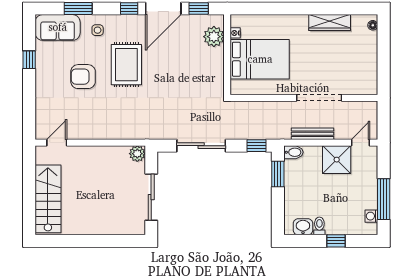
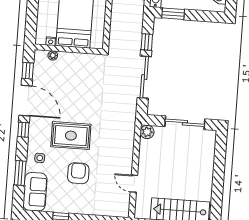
plant: (214, 37) -> (53, 55), width x0.53, depth x0.53
armchair: (83, 77) -> (78, 173), turned 180
door: (57, 143) -> (134, 184), moved
window: (257, 146) -> (147, 42), moved

